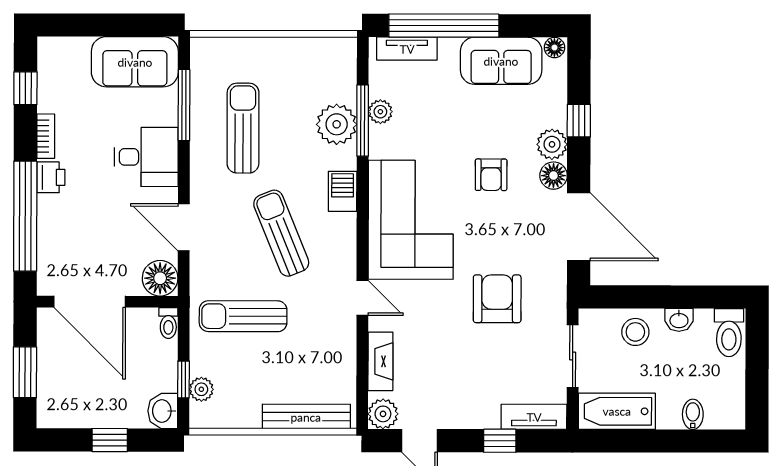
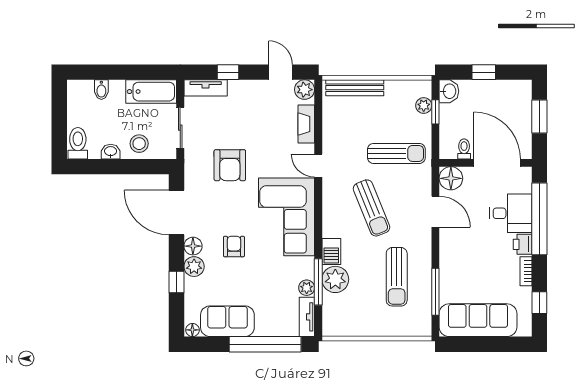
tv unit: (407, 49) -> (307, 317), moved, turned -90
sofa: (135, 62) -> (478, 320), width x1.36
desk: (146, 157) -> (511, 213), moved, turned 180
barbecue: (343, 191) -> (331, 251), moved
toilet: (168, 323) -> (464, 149), moved

